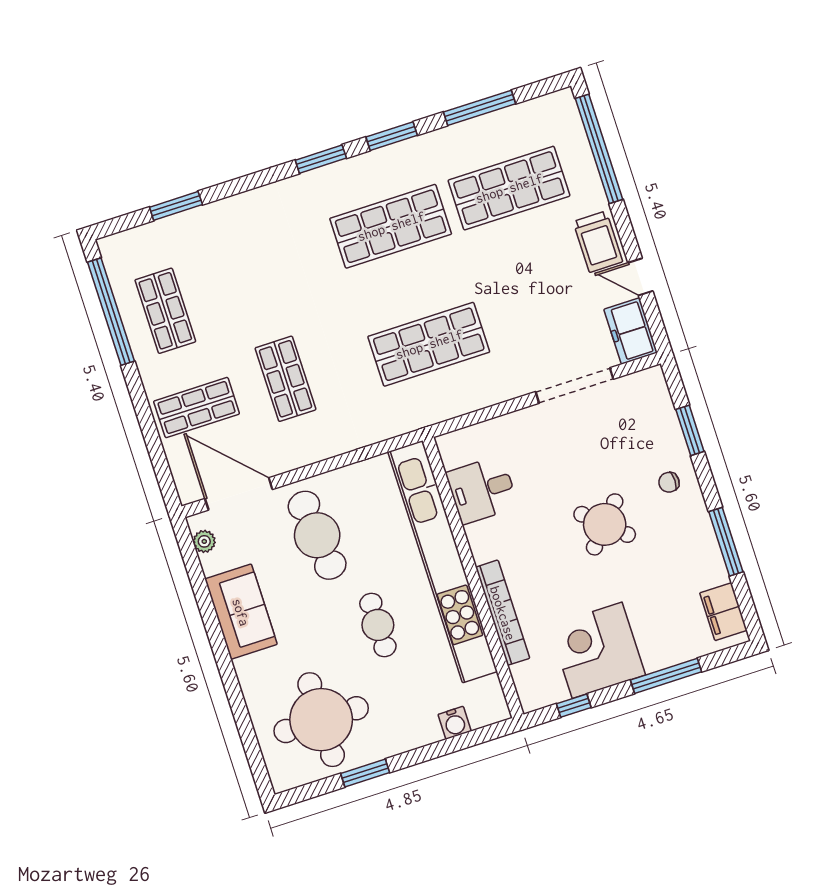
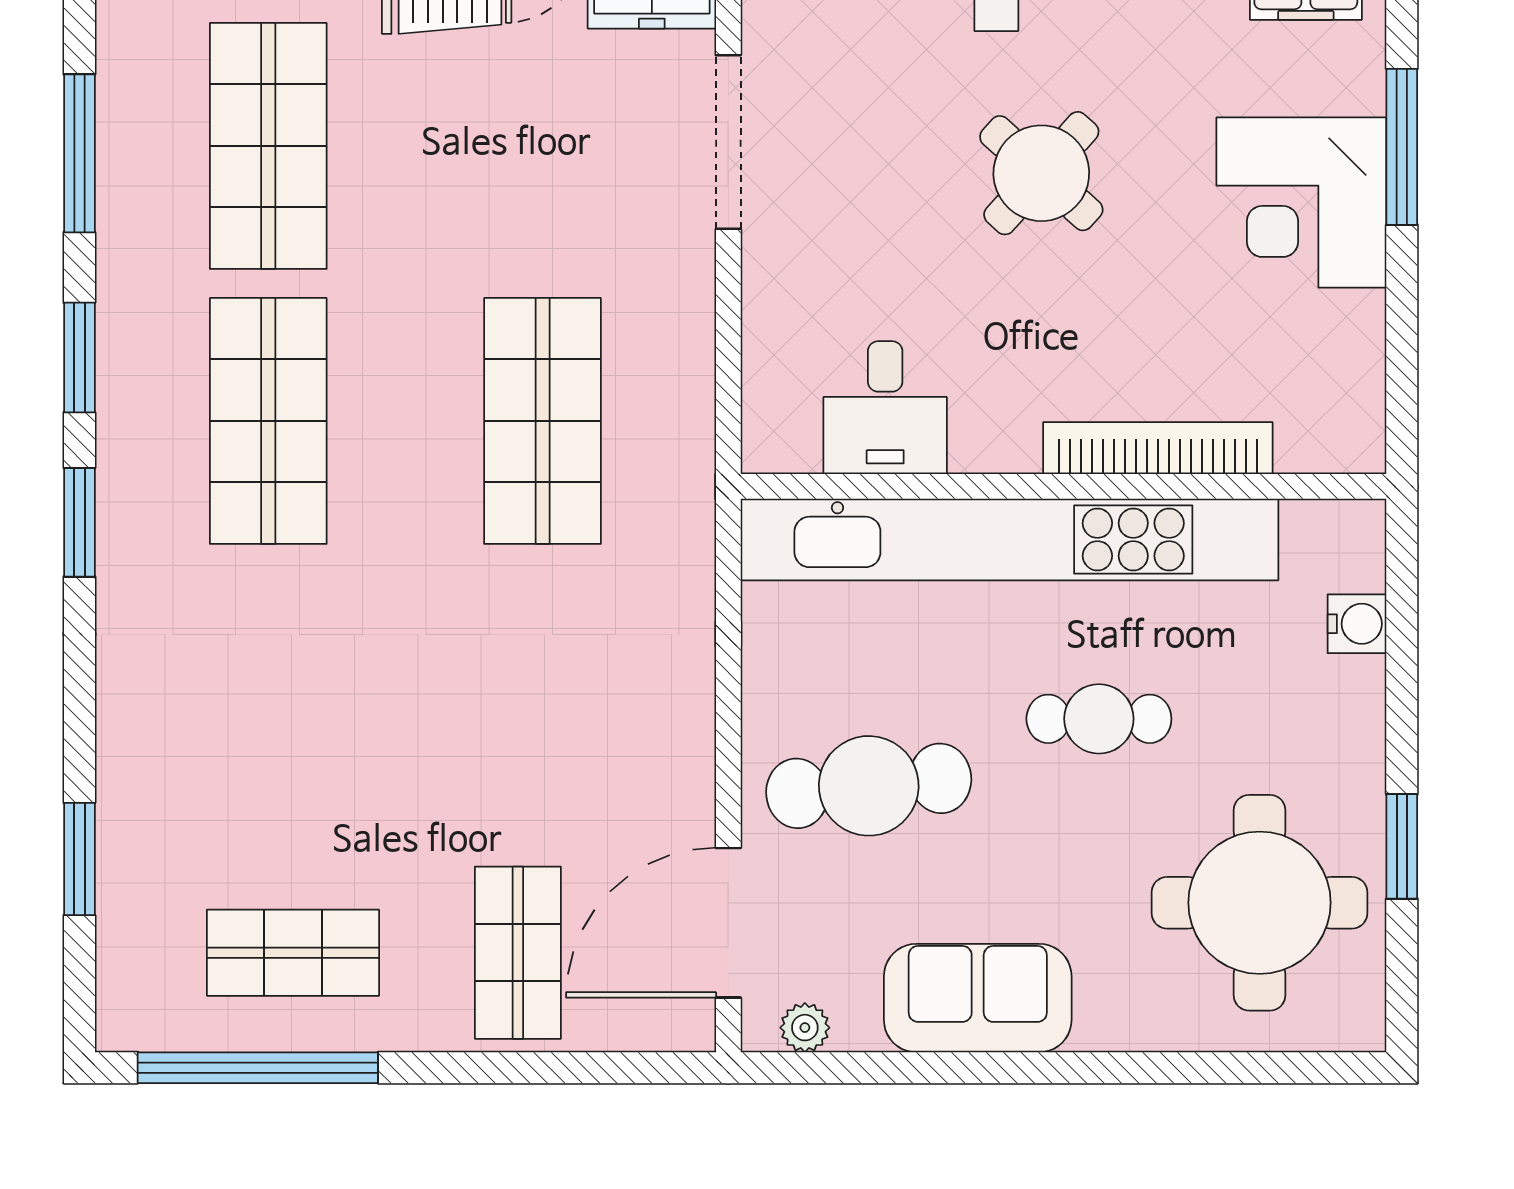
shop shelf: (285, 379) -> (518, 746), removed
corner desk: (597, 650) -> (1301, 203), moved
window: (574, 706) -> (1402, 361), removed

